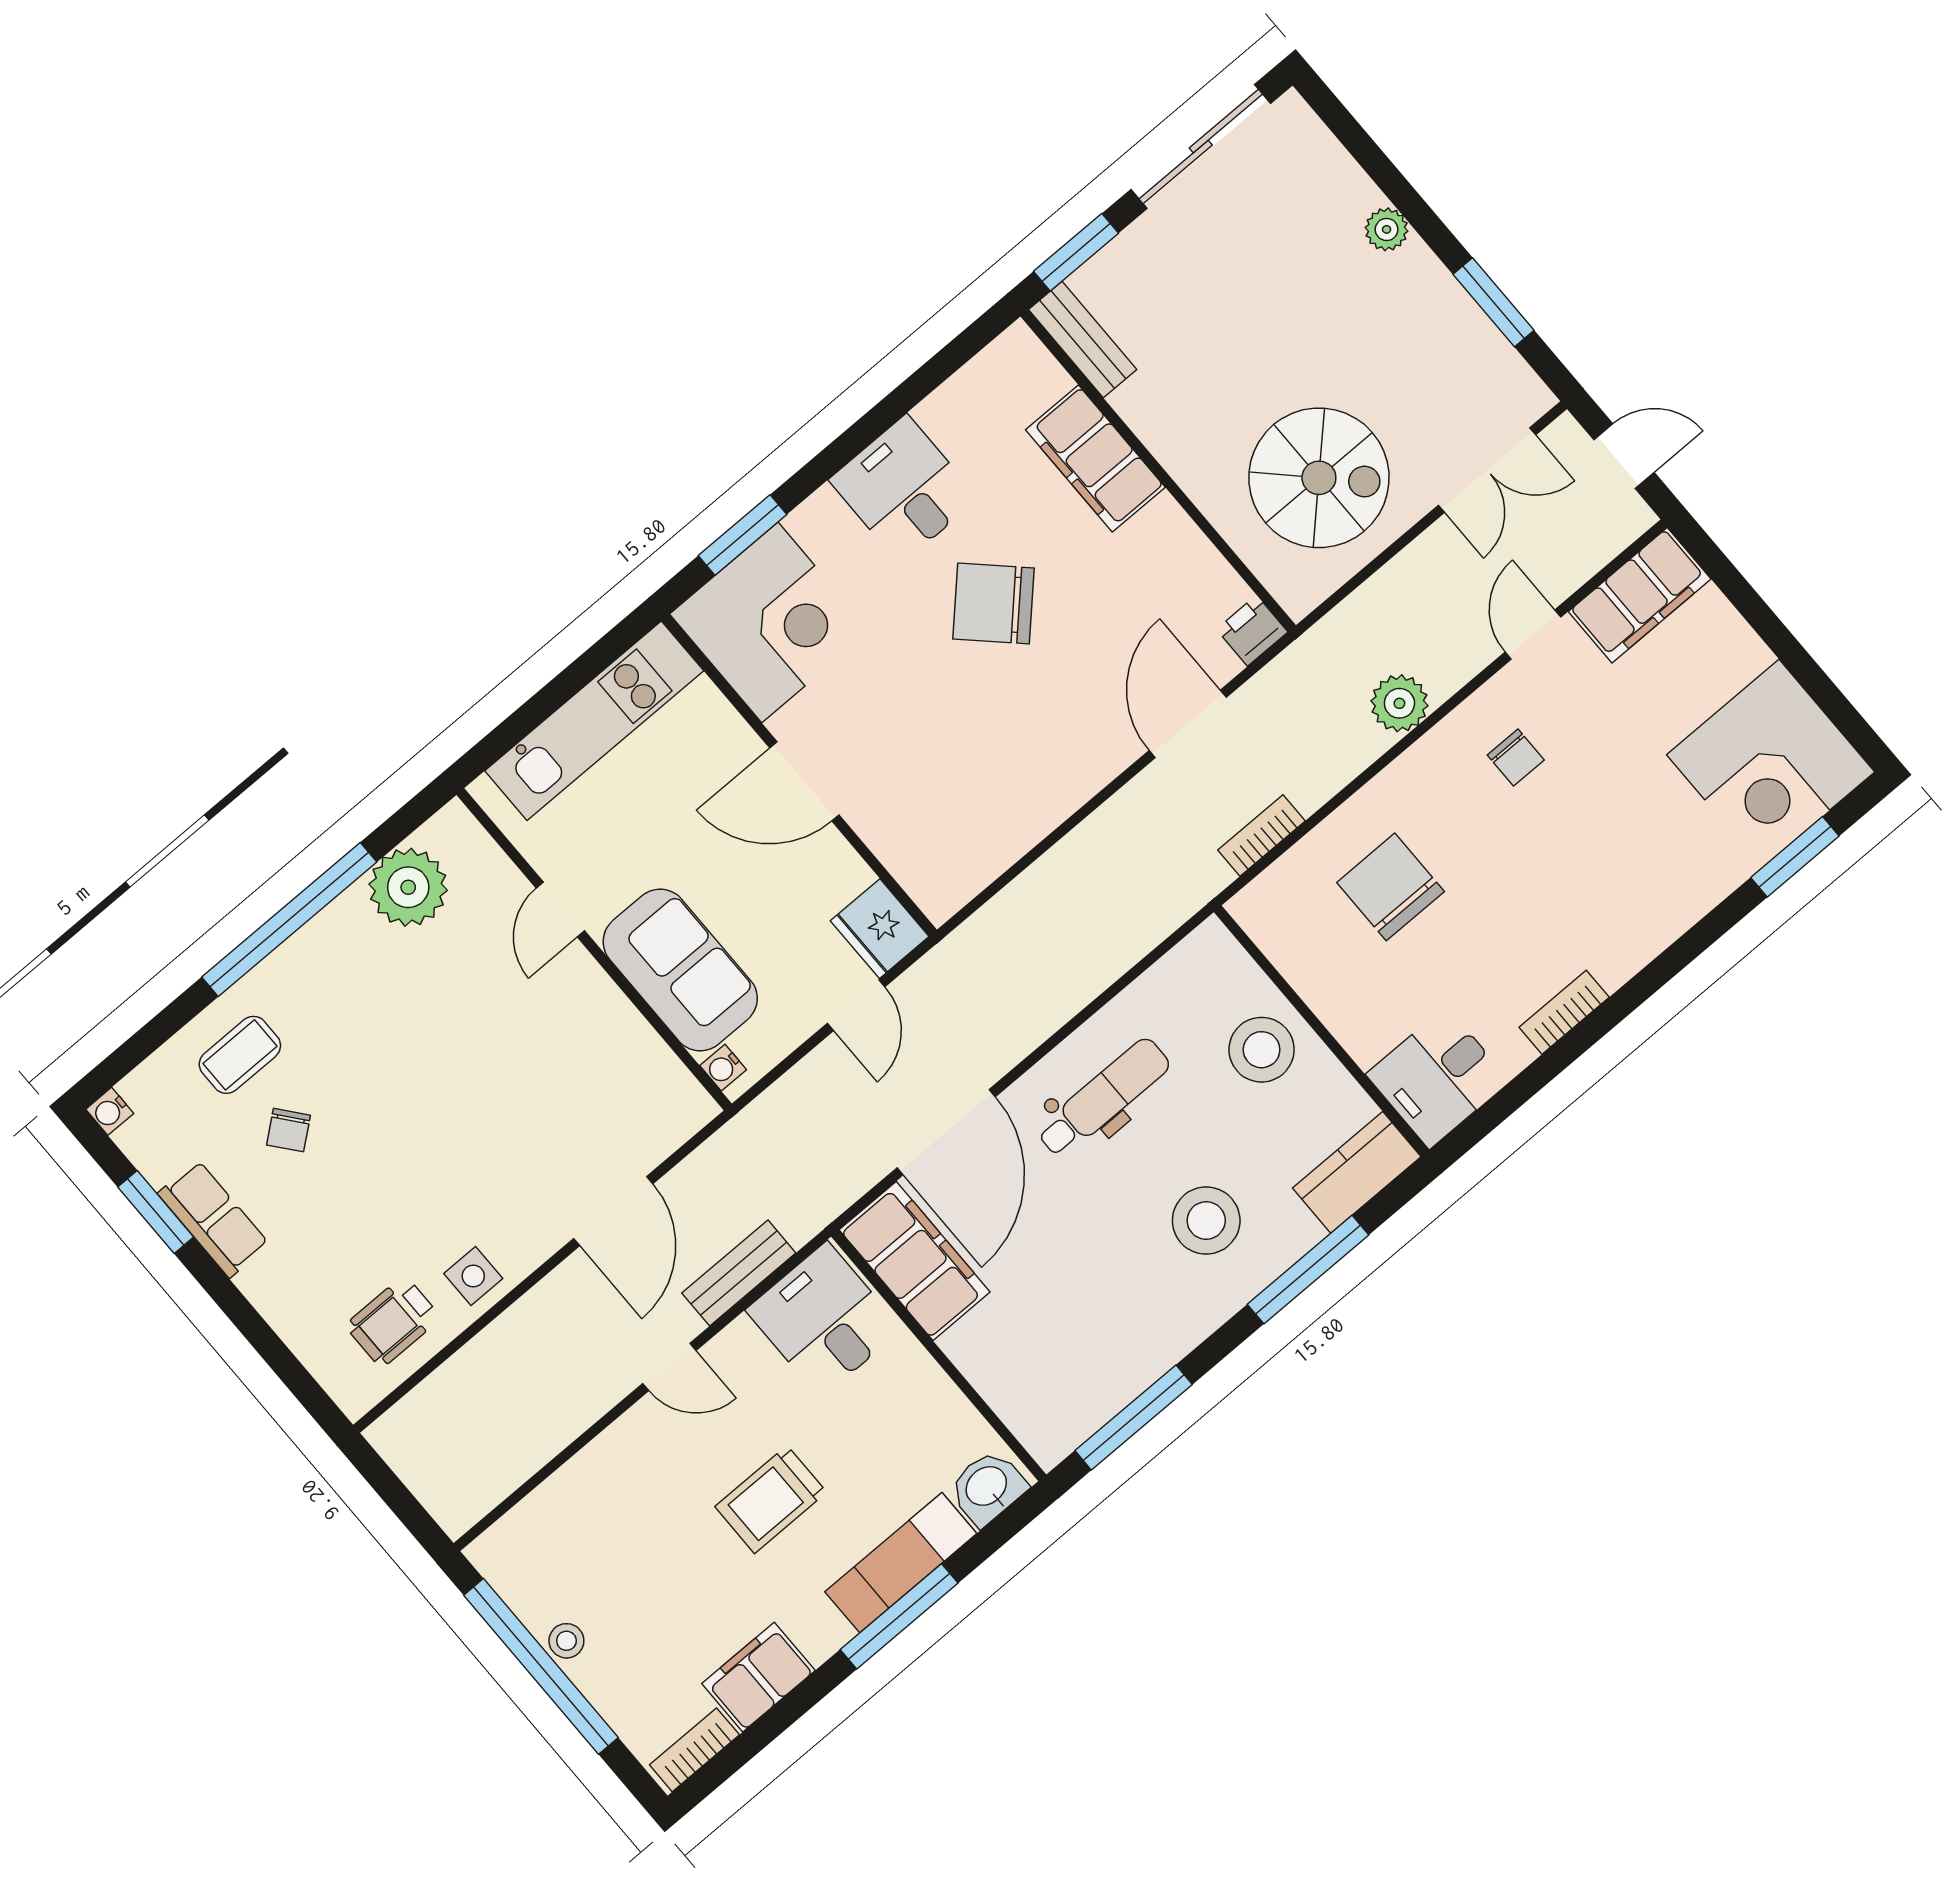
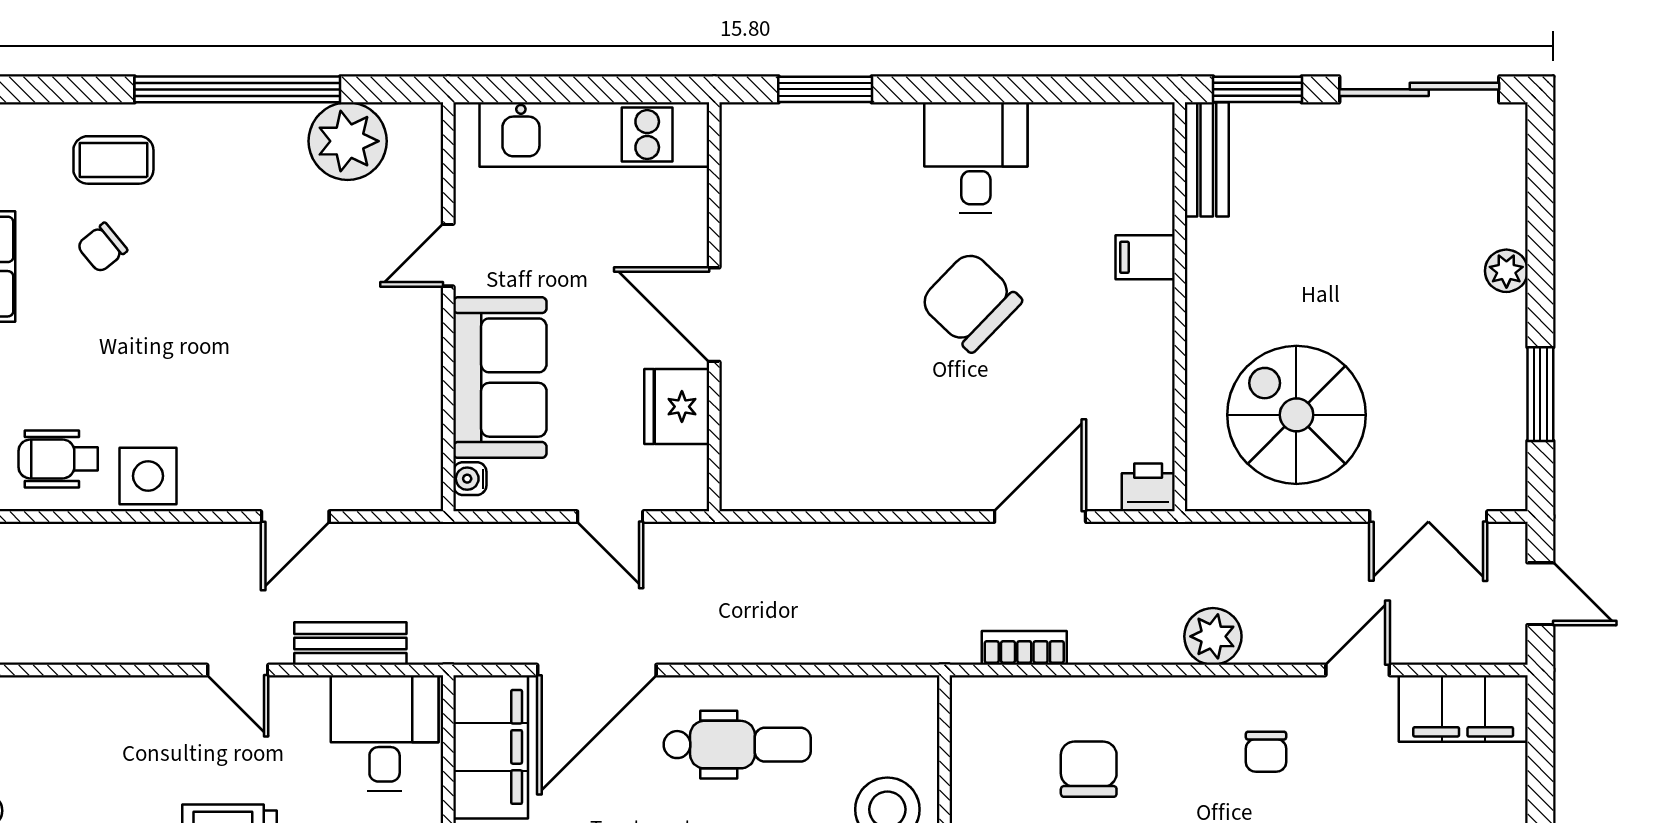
filing cabinet: (1095, 458) -> (1145, 257), width x0.33, depth x0.86
spiral stairs: (1319, 478) -> (1296, 415), turned 180
corner desk: (770, 622) -> (790, 173), removed
chair: (1391, 887) -> (1089, 769), width x0.73, depth x0.73
fridge: (880, 929) -> (677, 407), moved
door: (856, 1005) -> (610, 517), hinge flipped
door: (613, 1211) -> (295, 517), width x0.73
side table: (473, 1276) -> (148, 476), width x1.37, depth x1.37

